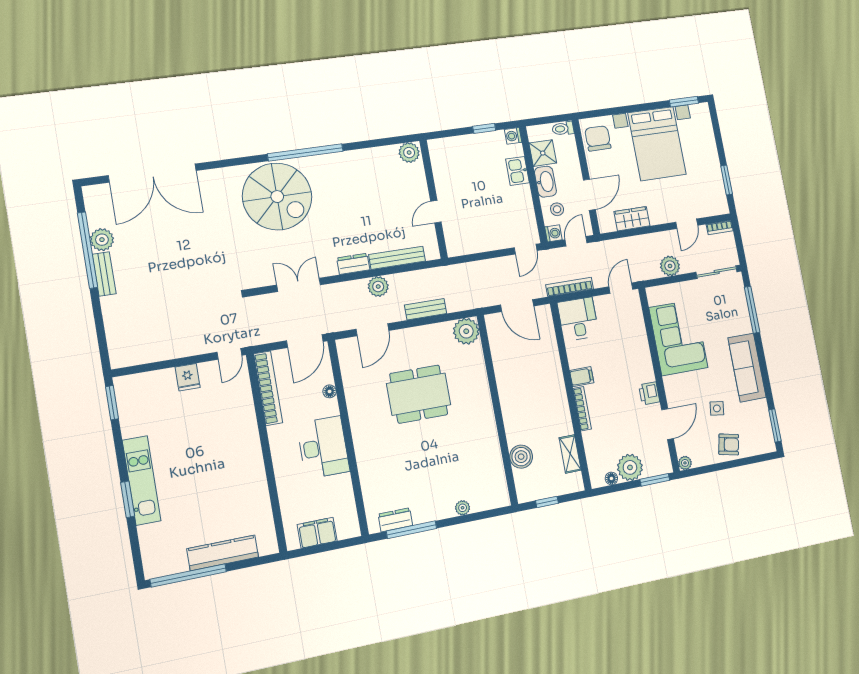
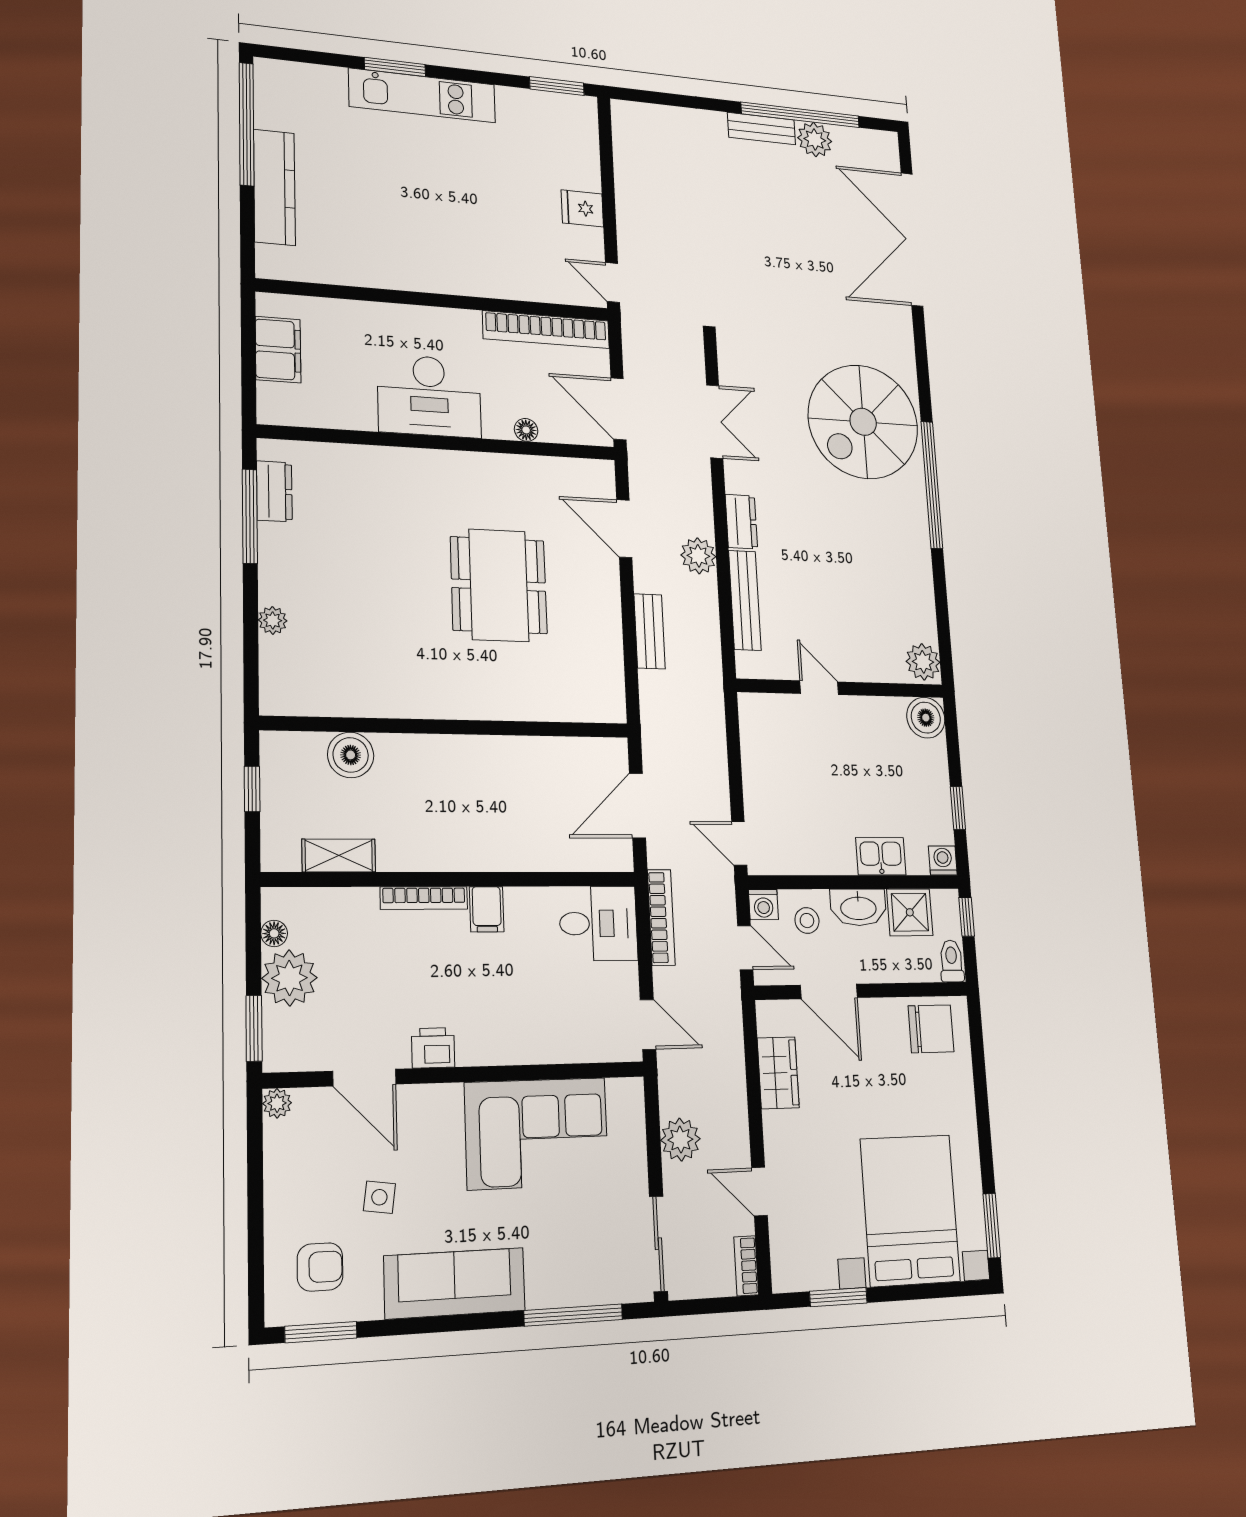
window: (539, 121) -> (967, 917), added
bed with nightstands: (657, 144) -> (910, 1210), moved, turned 90
boiler: (439, 149) -> (926, 718), added
plant: (466, 331) -> (601, 698), removed
armchair: (729, 445) -> (320, 1267), moved, turned -102

